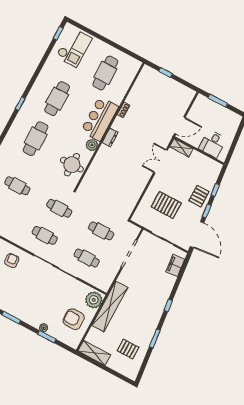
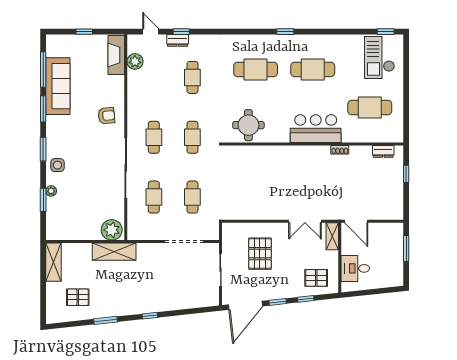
checkout: (74, 47) -> (379, 58), turned 90
dresser: (110, 138) -> (383, 151), moved
plant: (92, 145) -> (282, 135), removed
double door: (161, 161) -> (305, 221), swing flipped
pallet: (199, 196) -> (316, 278), moved
filing cabinet: (175, 266) -> (198, 300), removed
shelving: (110, 306) -> (114, 252), width x0.68
side table: (28, 313) -> (57, 165), added
armchair: (74, 319) -> (78, 219), removed
pallet: (128, 349) -> (78, 297), turned 90

